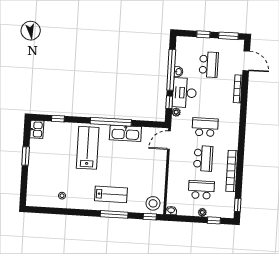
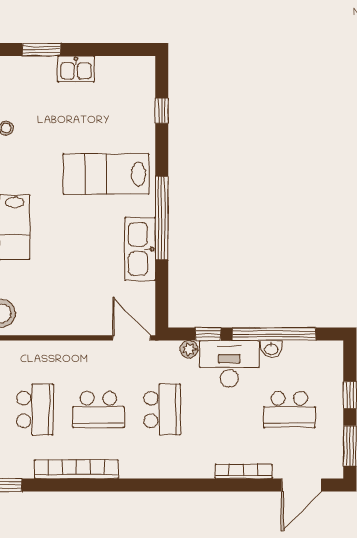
kitchen sink: (37, 129) -> (76, 69), moved
lab bench: (88, 148) -> (106, 174), turned 180
window: (26, 156) -> (42, 50), moved

